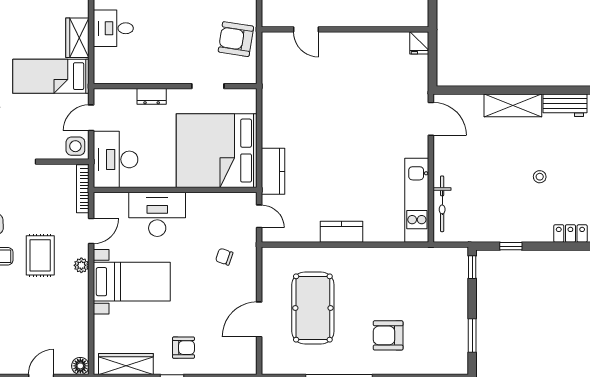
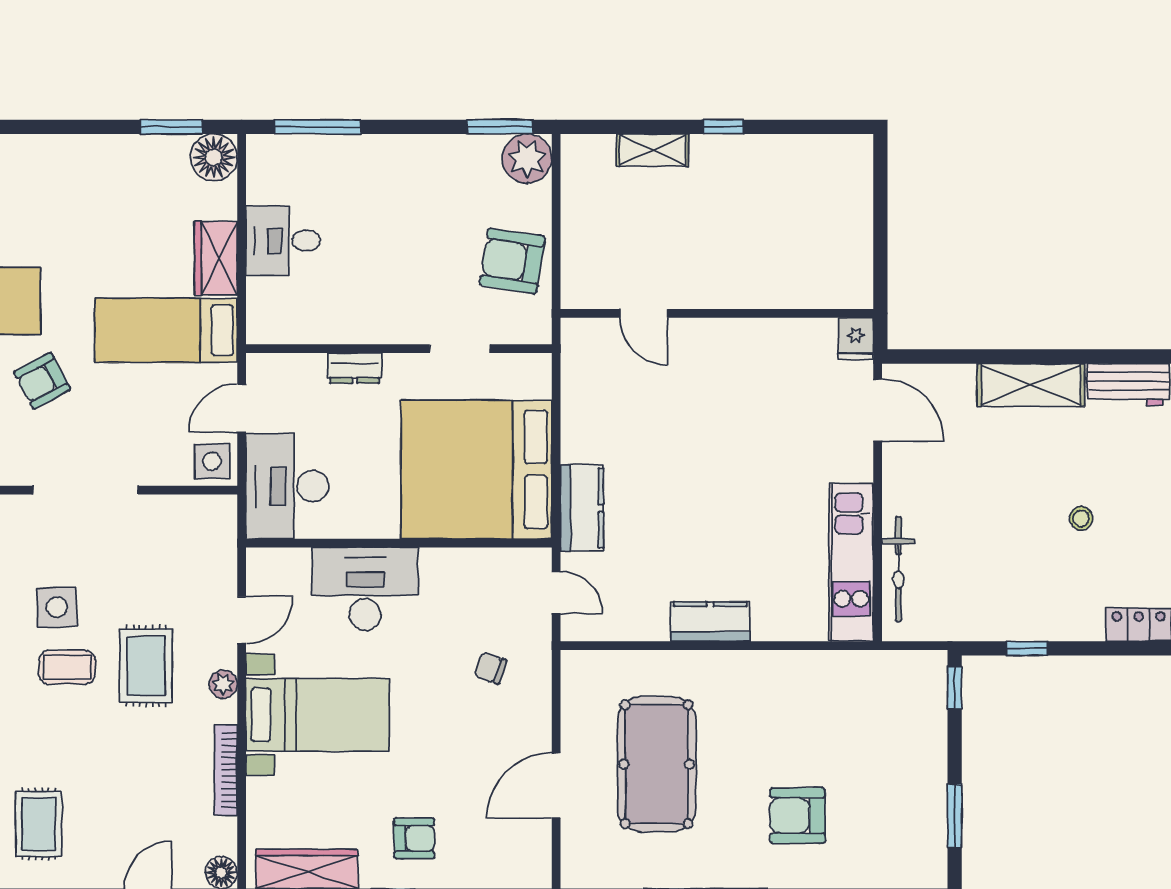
door: (306, 29) -> (644, 313), moved
wall: (345, 29) -> (717, 313), moved
fridge: (419, 43) -> (856, 339), moved
bookcase: (83, 189) -> (226, 770), moved

